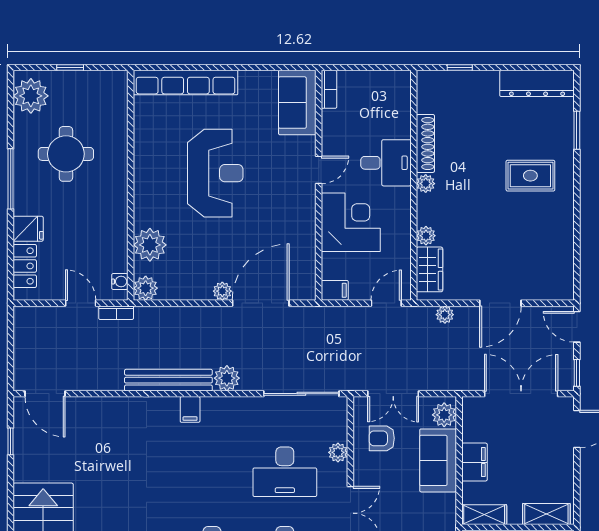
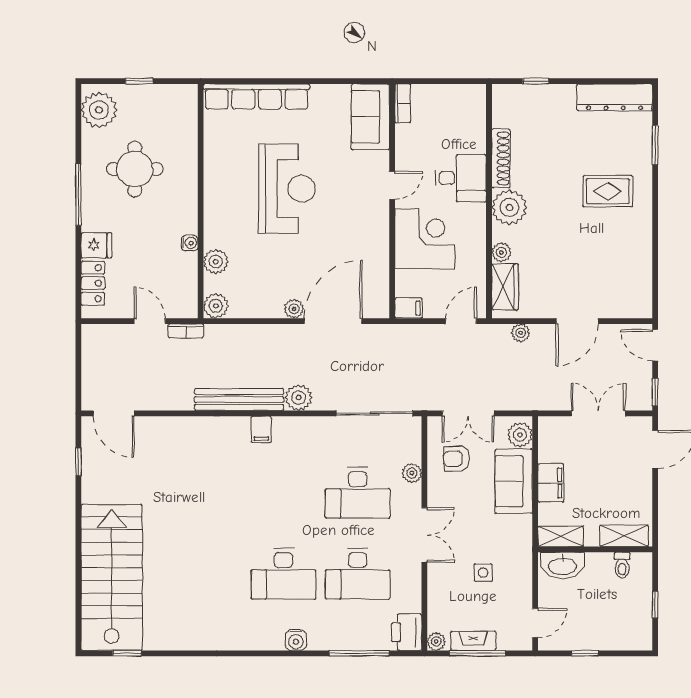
plant: (426, 184) -> (509, 207), width x1.88, depth x1.88
plant: (150, 245) -> (216, 262), width x0.73, depth x0.73
water cooler: (120, 281) -> (190, 243), moved
double door: (521, 394) -> (598, 413), width x0.73

